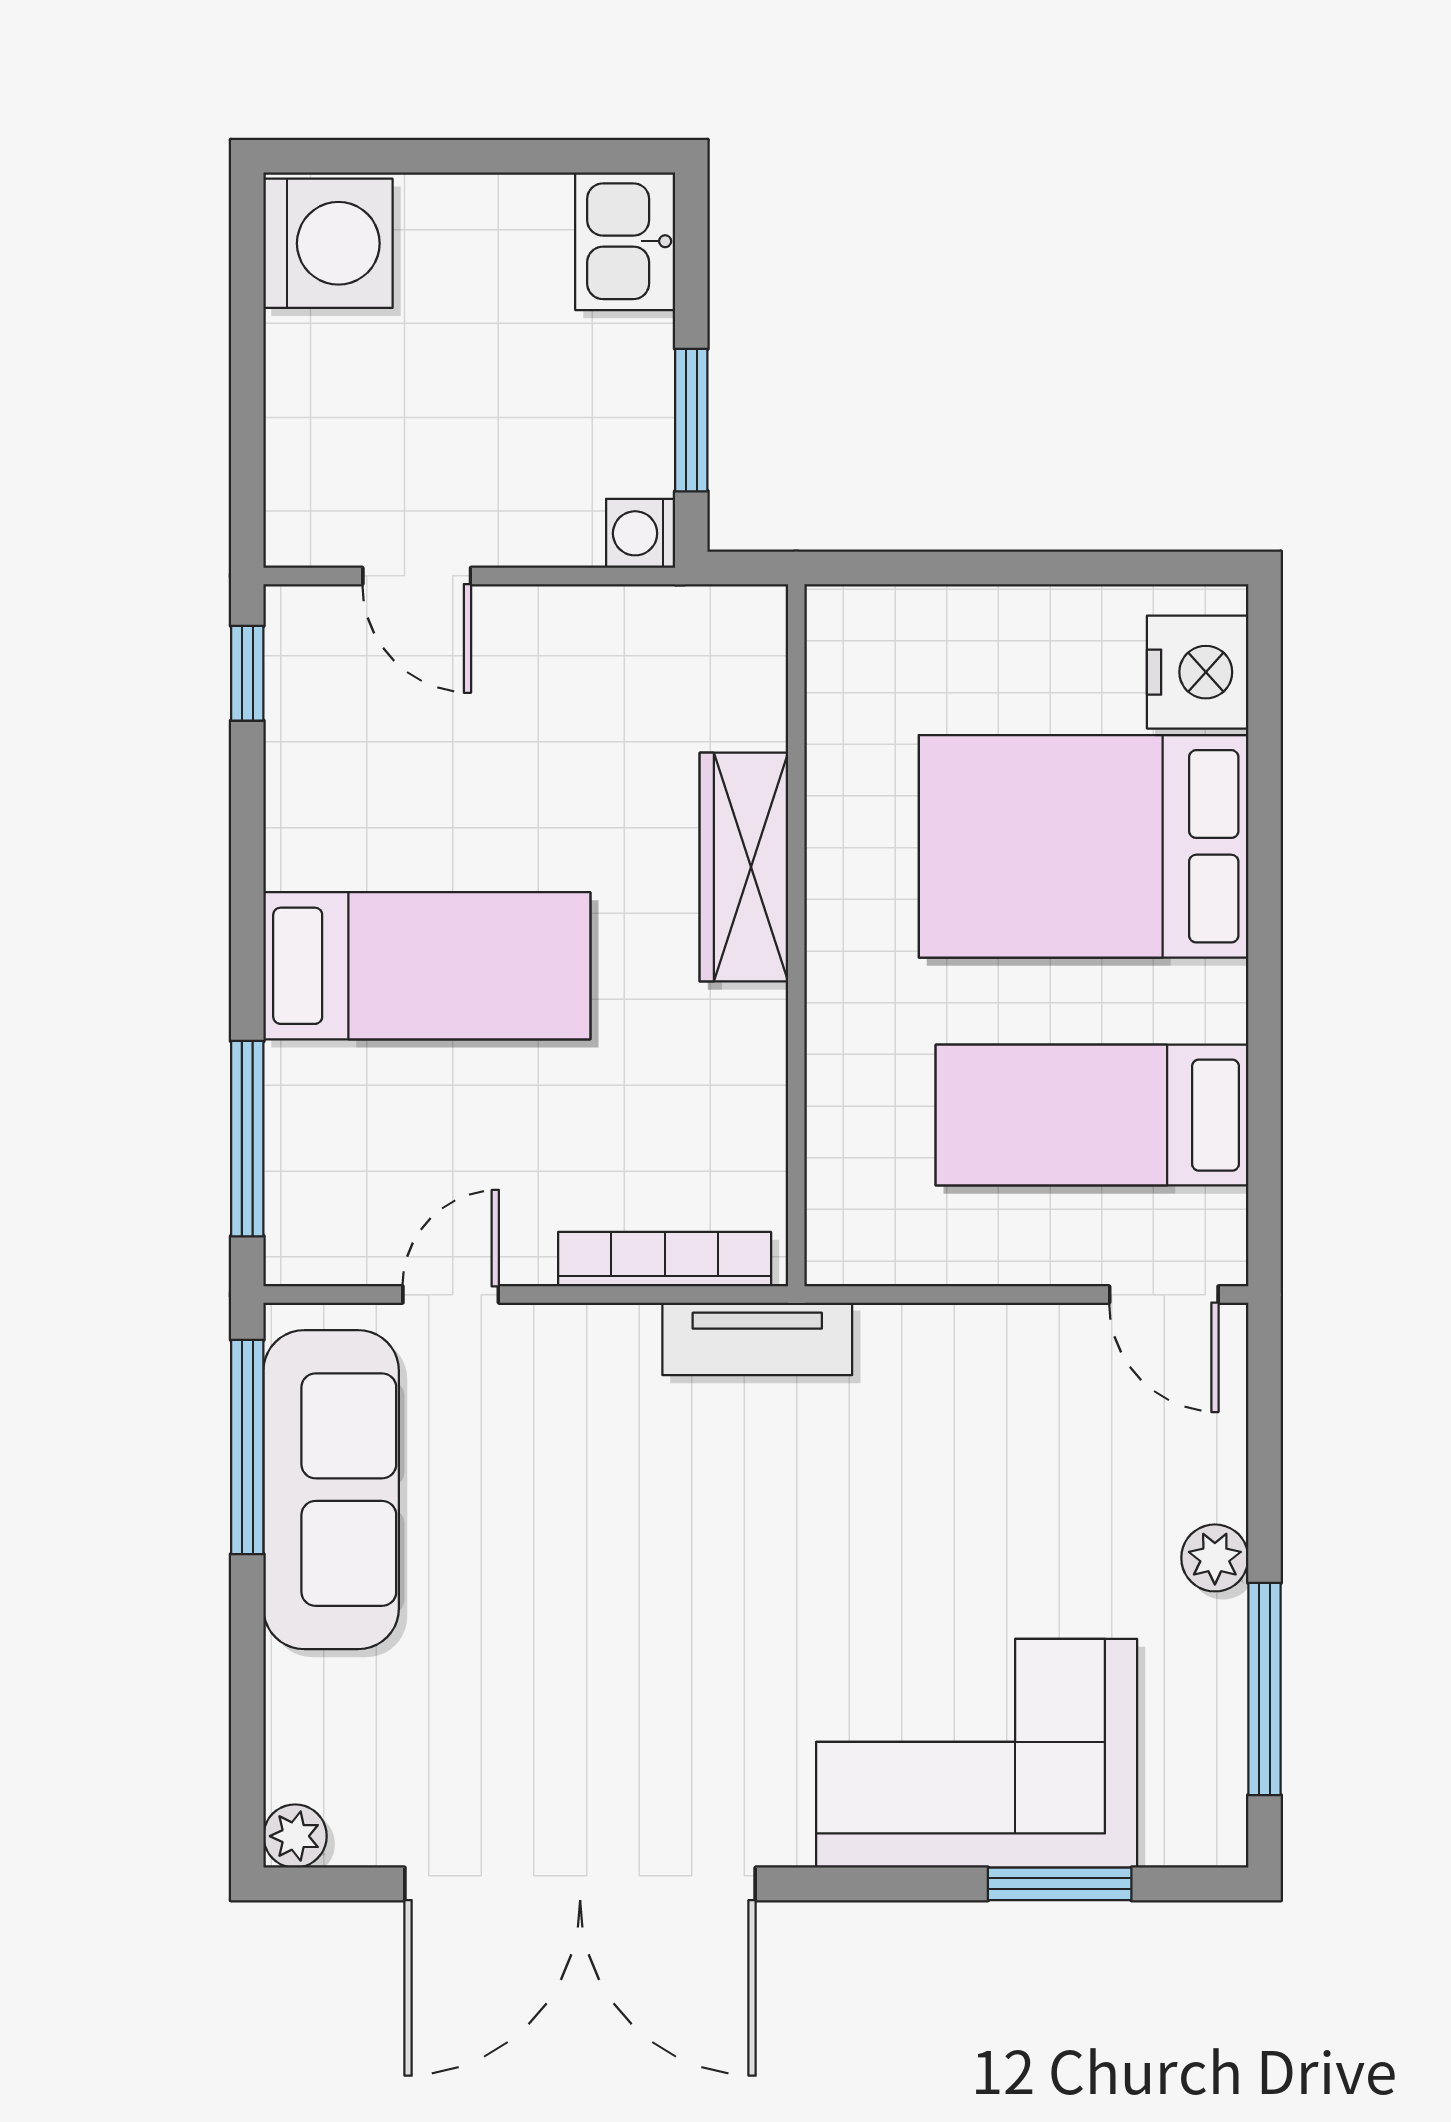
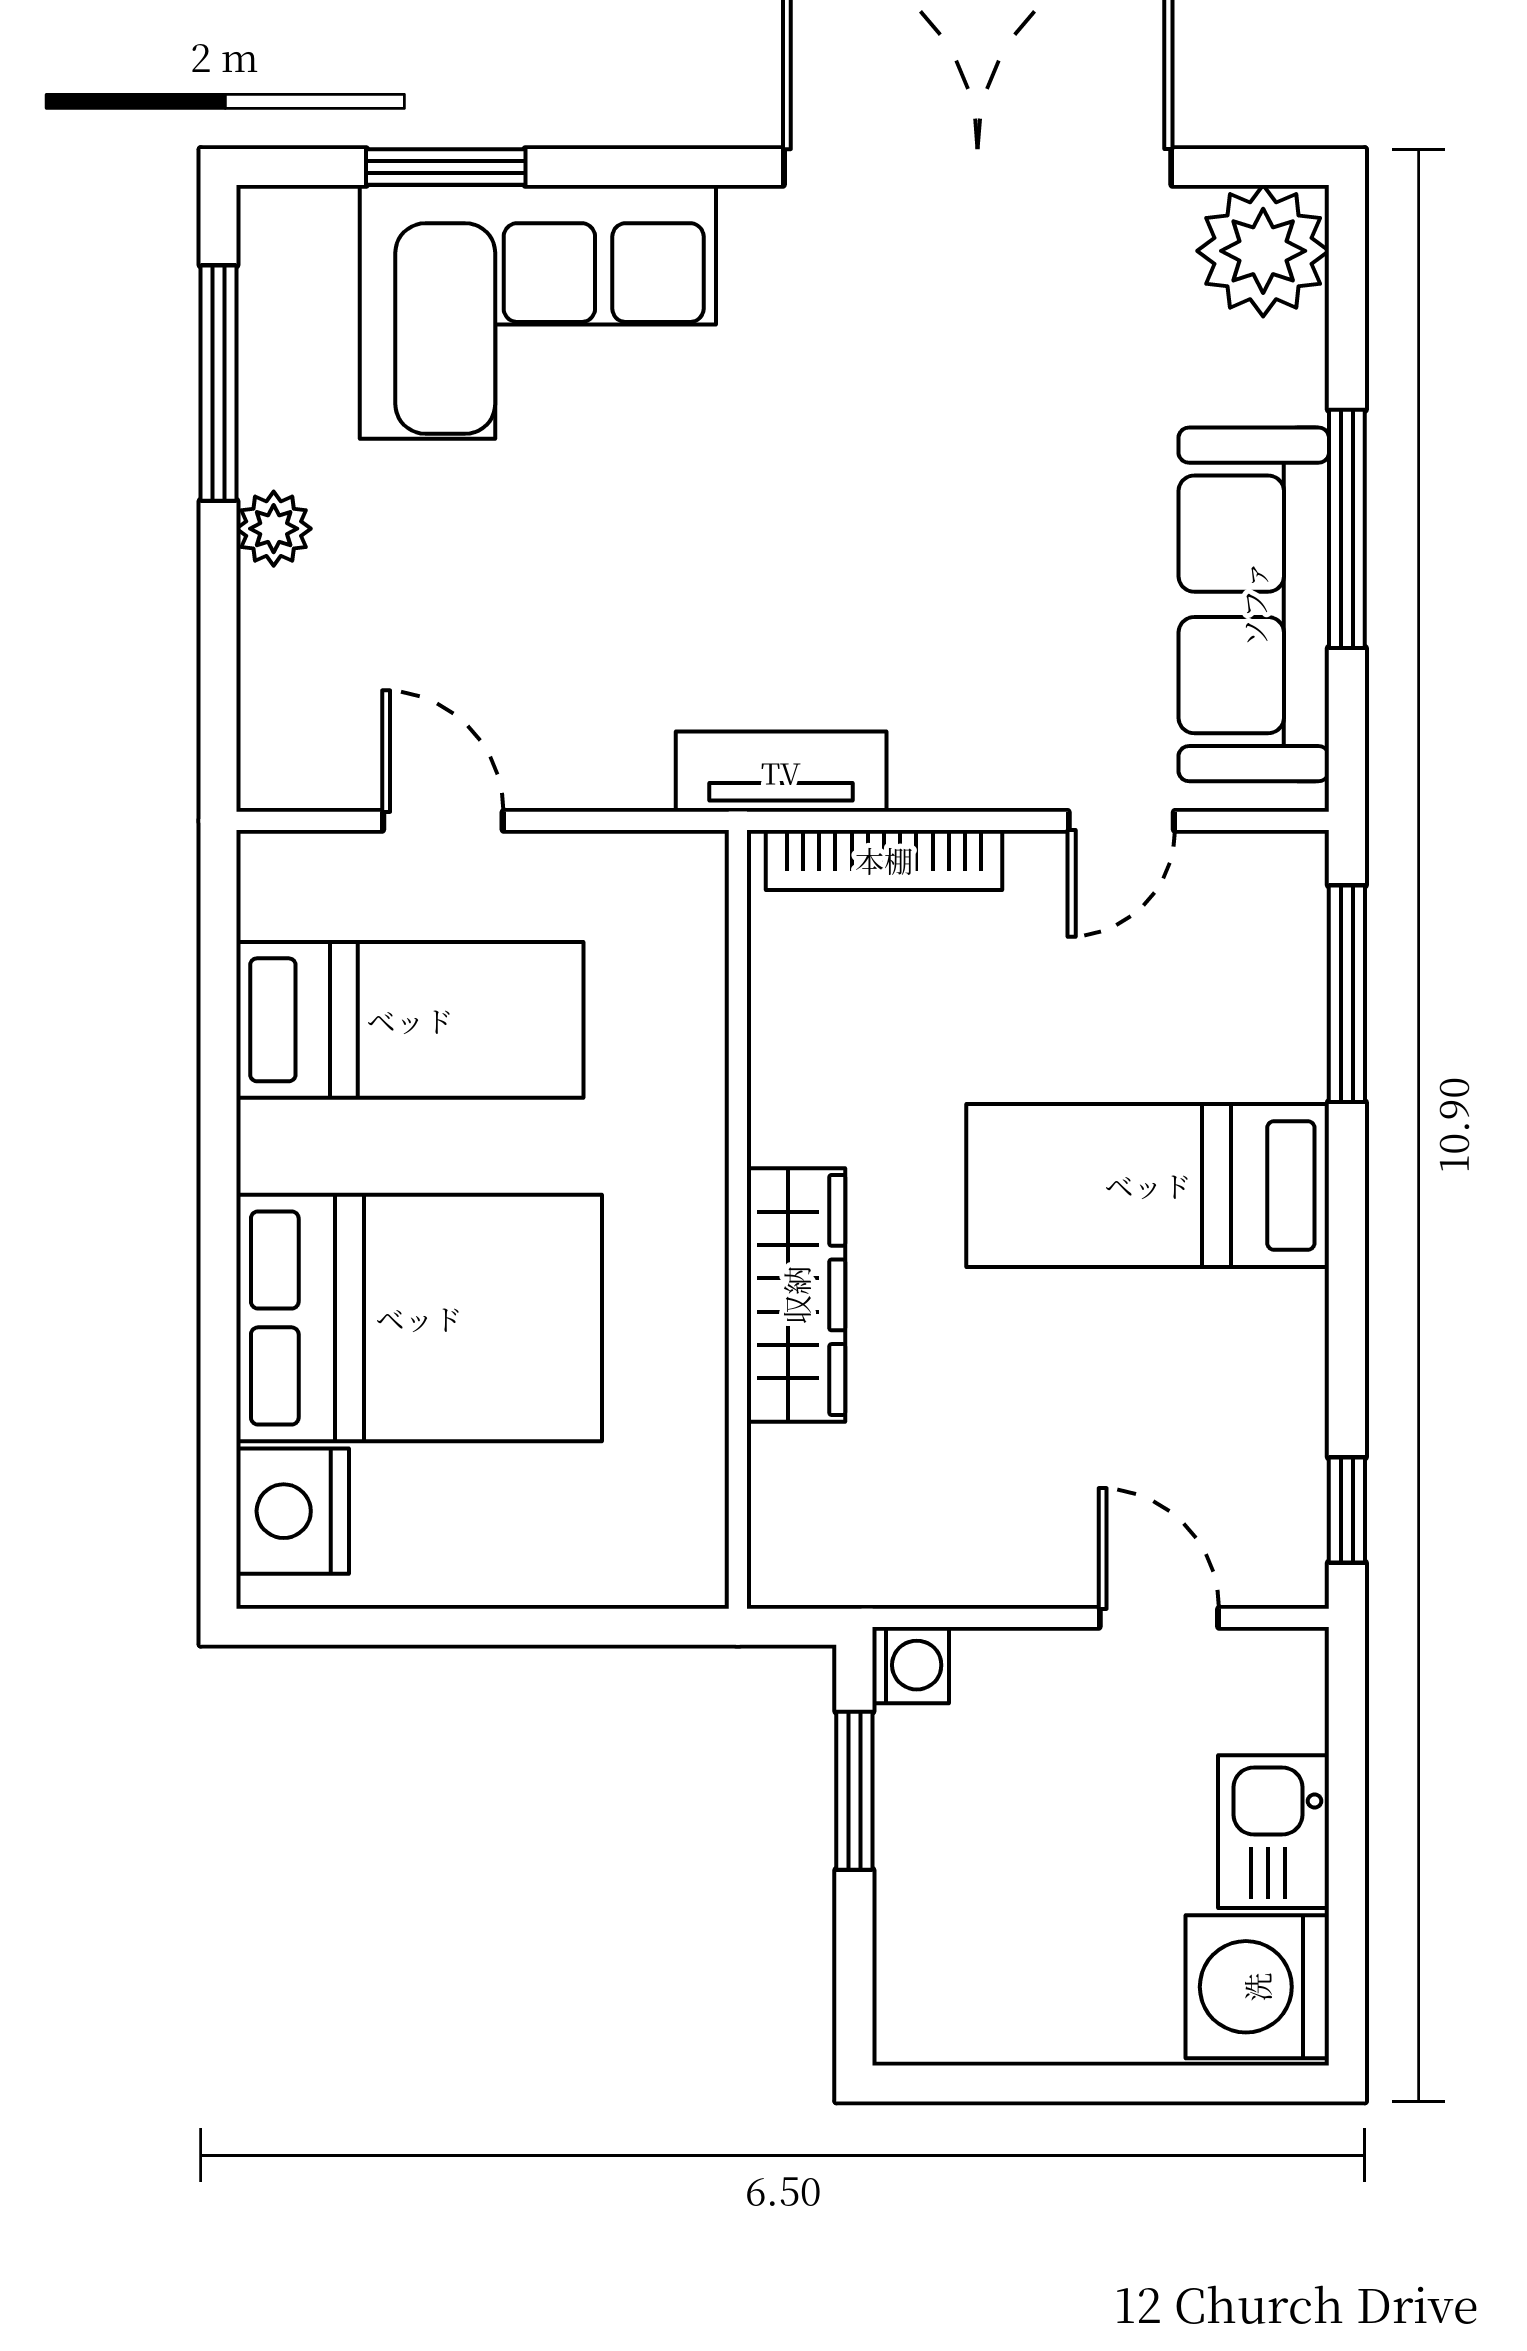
kitchen sink: (625, 241) -> (1274, 1832), moved, turned 180
door: (1164, 1295) -> (443, 821), moved
window: (247, 1447) -> (1347, 529), moved
plant: (295, 1836) -> (1263, 251), width x1.88, depth x1.88

